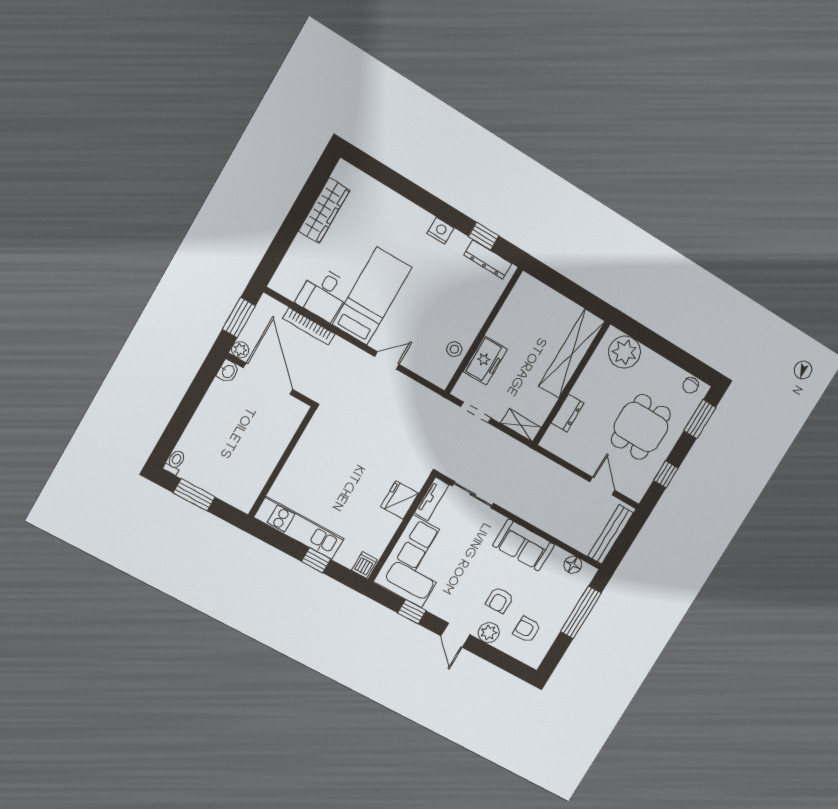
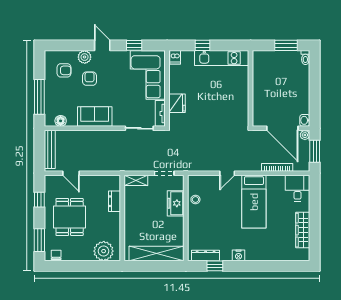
desk: (324, 294) -> (298, 188), moved
shelving: (572, 354) -> (157, 254), moved, turned 90

